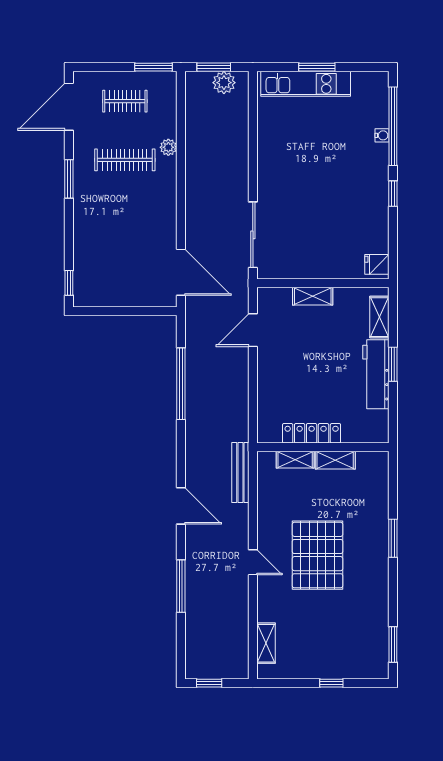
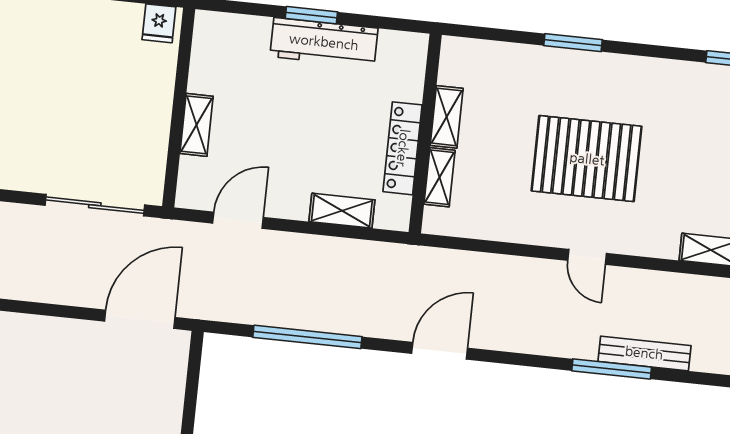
shelving: (379, 317) -> (342, 211), moved
door: (253, 330) -> (238, 220), swing flipped
bench: (240, 472) -> (644, 353), moved
door: (181, 506) -> (440, 351), moved
door: (253, 562) -> (587, 257), swing flipped

